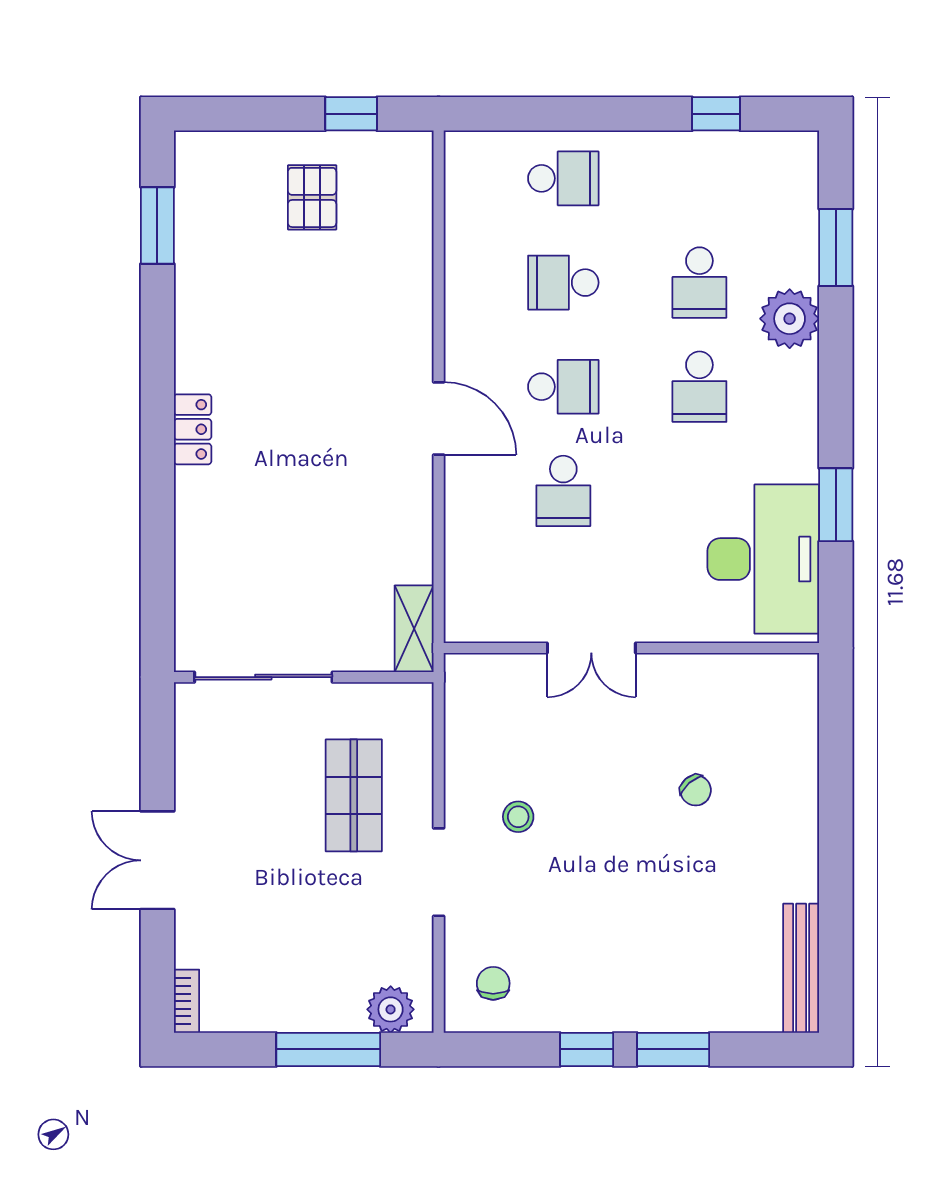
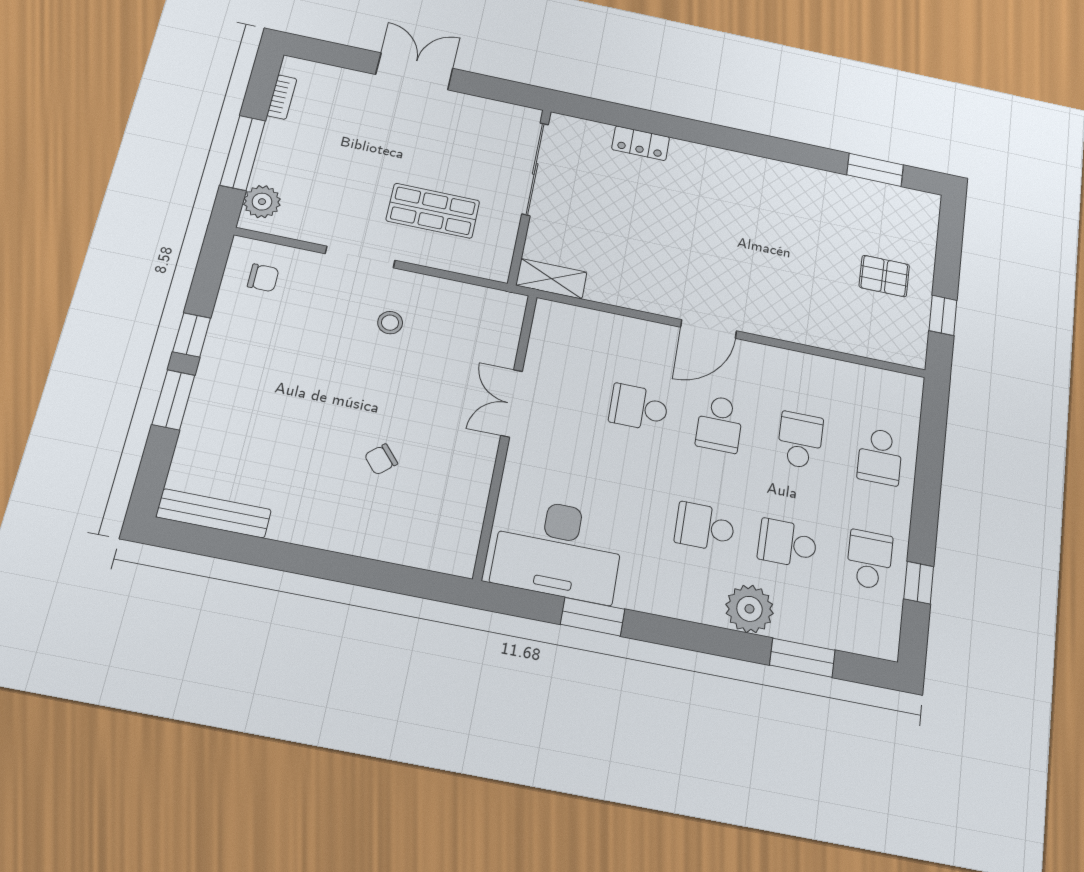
school desk: (699, 178) -> (869, 560), added
locker: (193, 429) -> (641, 143), moved
bookcase: (187, 1001) -> (282, 97), moved, turned -90

